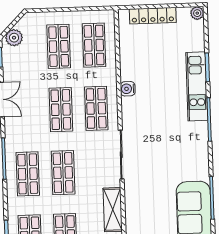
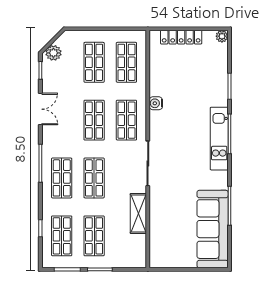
kitchen unit: (197, 86) -> (219, 139), moved

